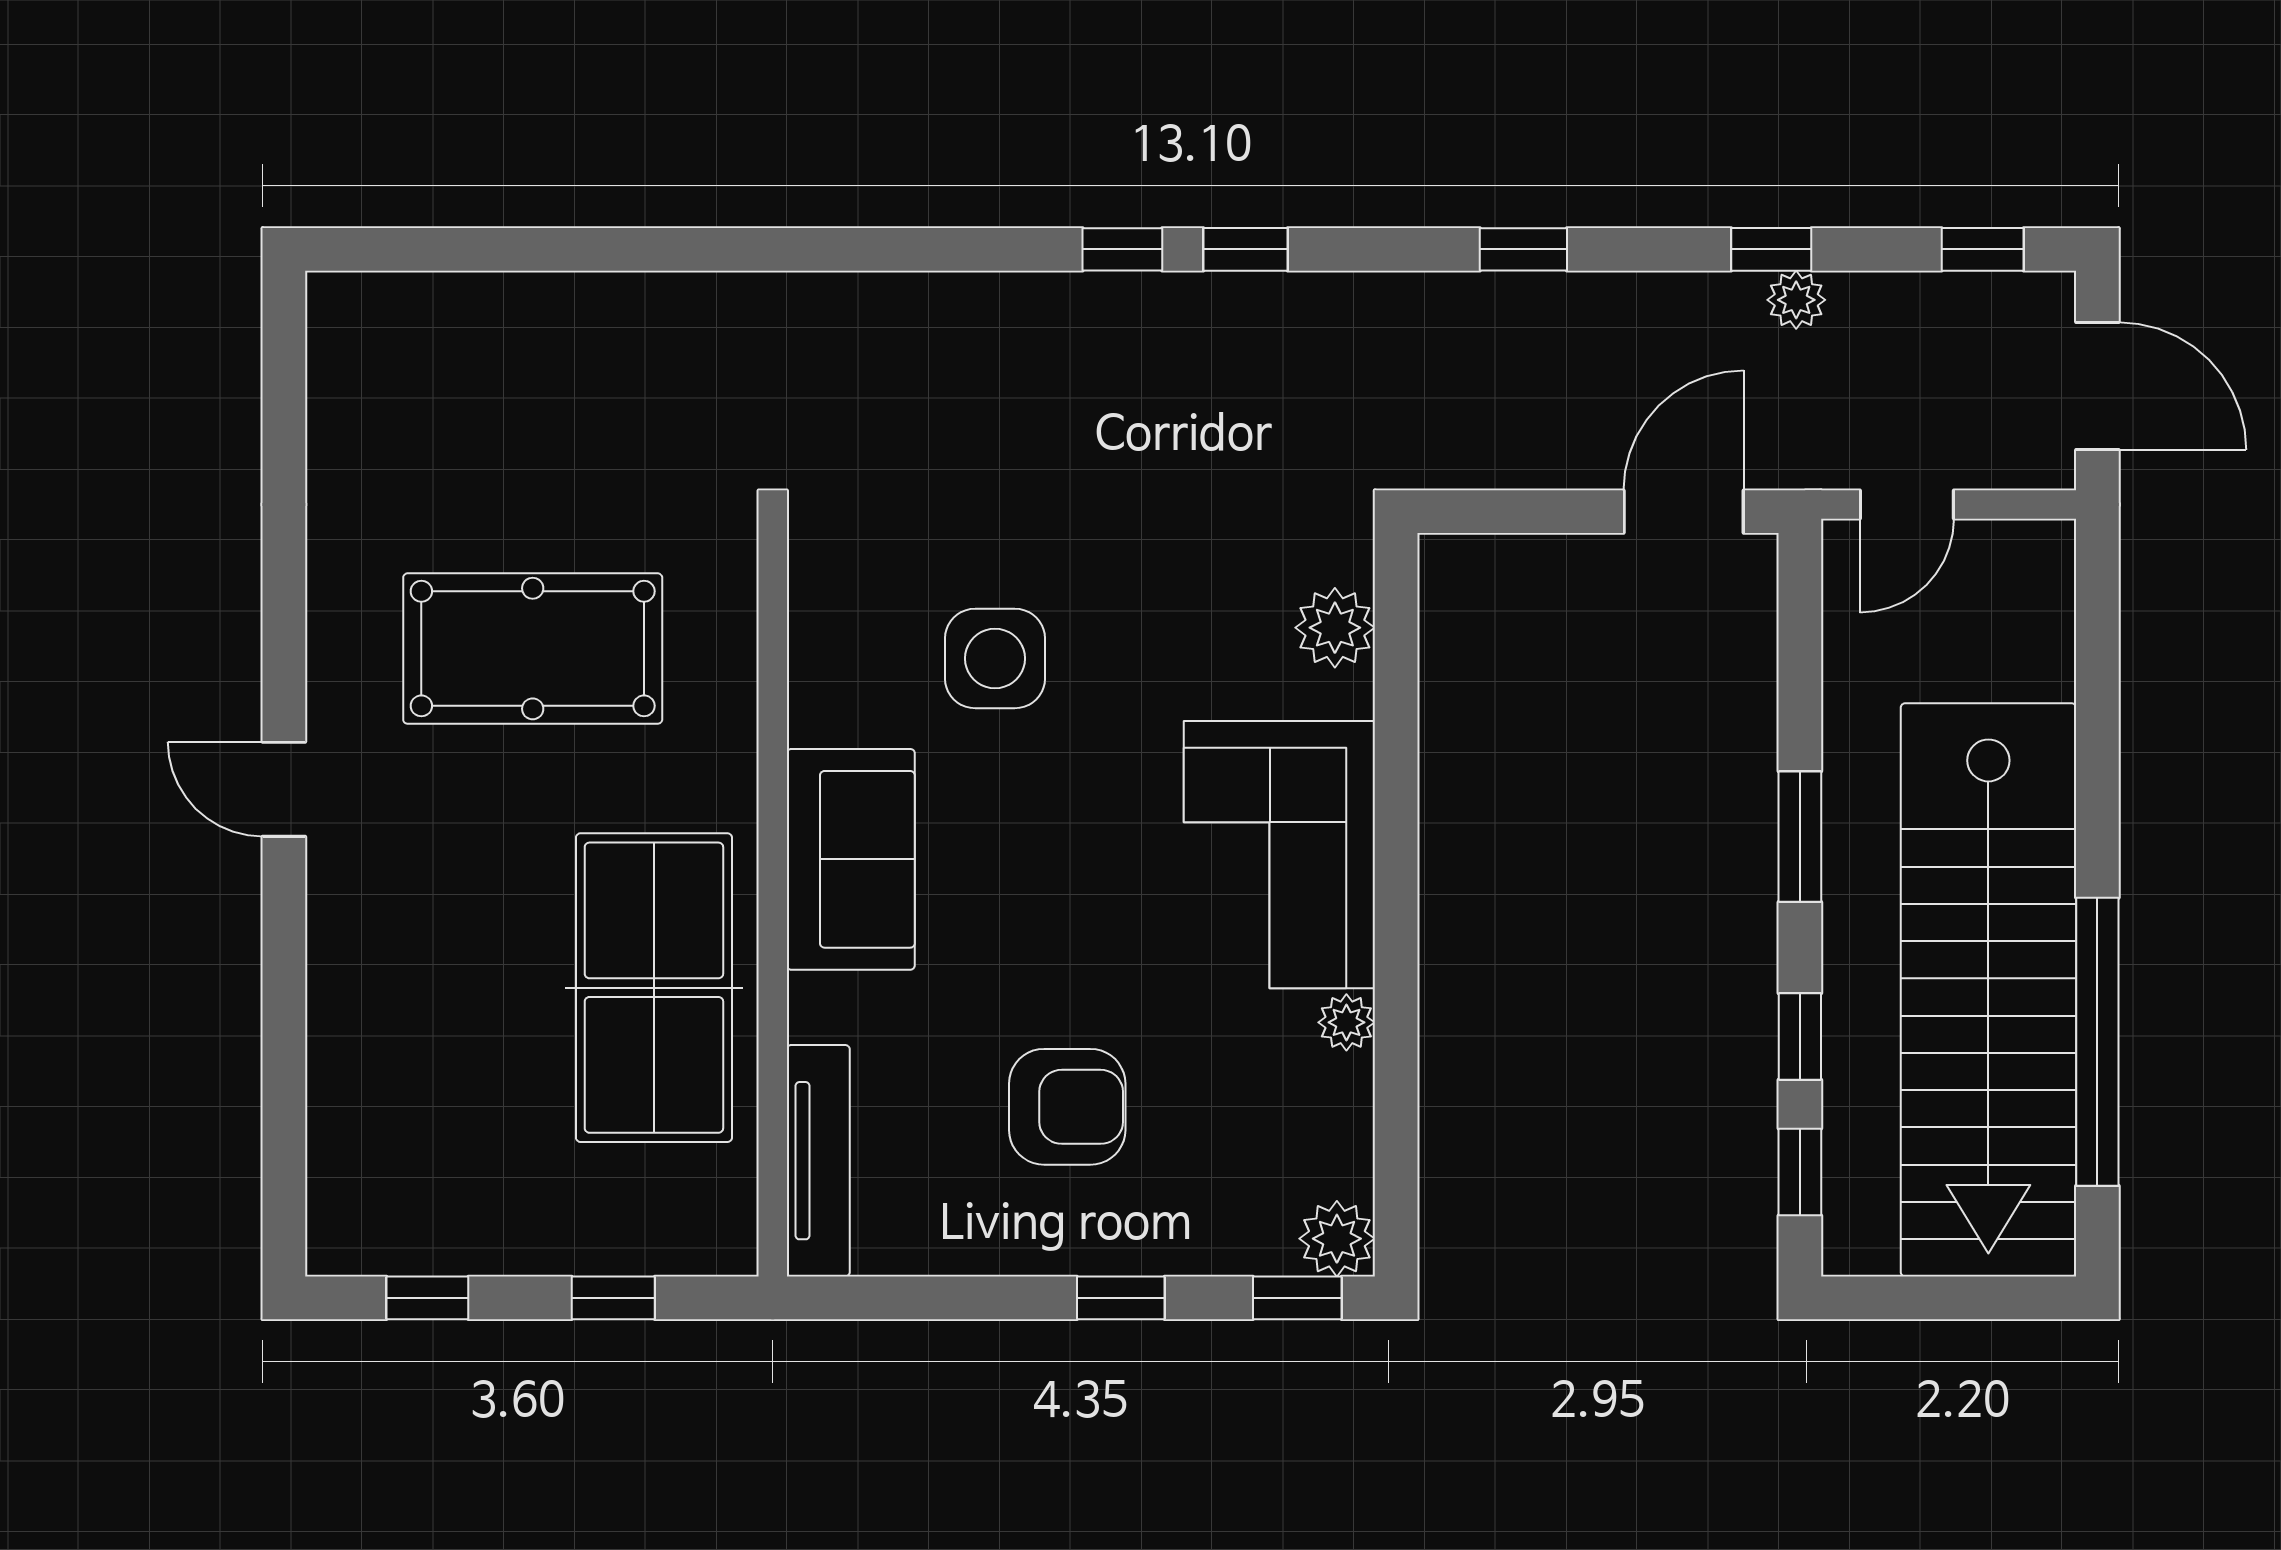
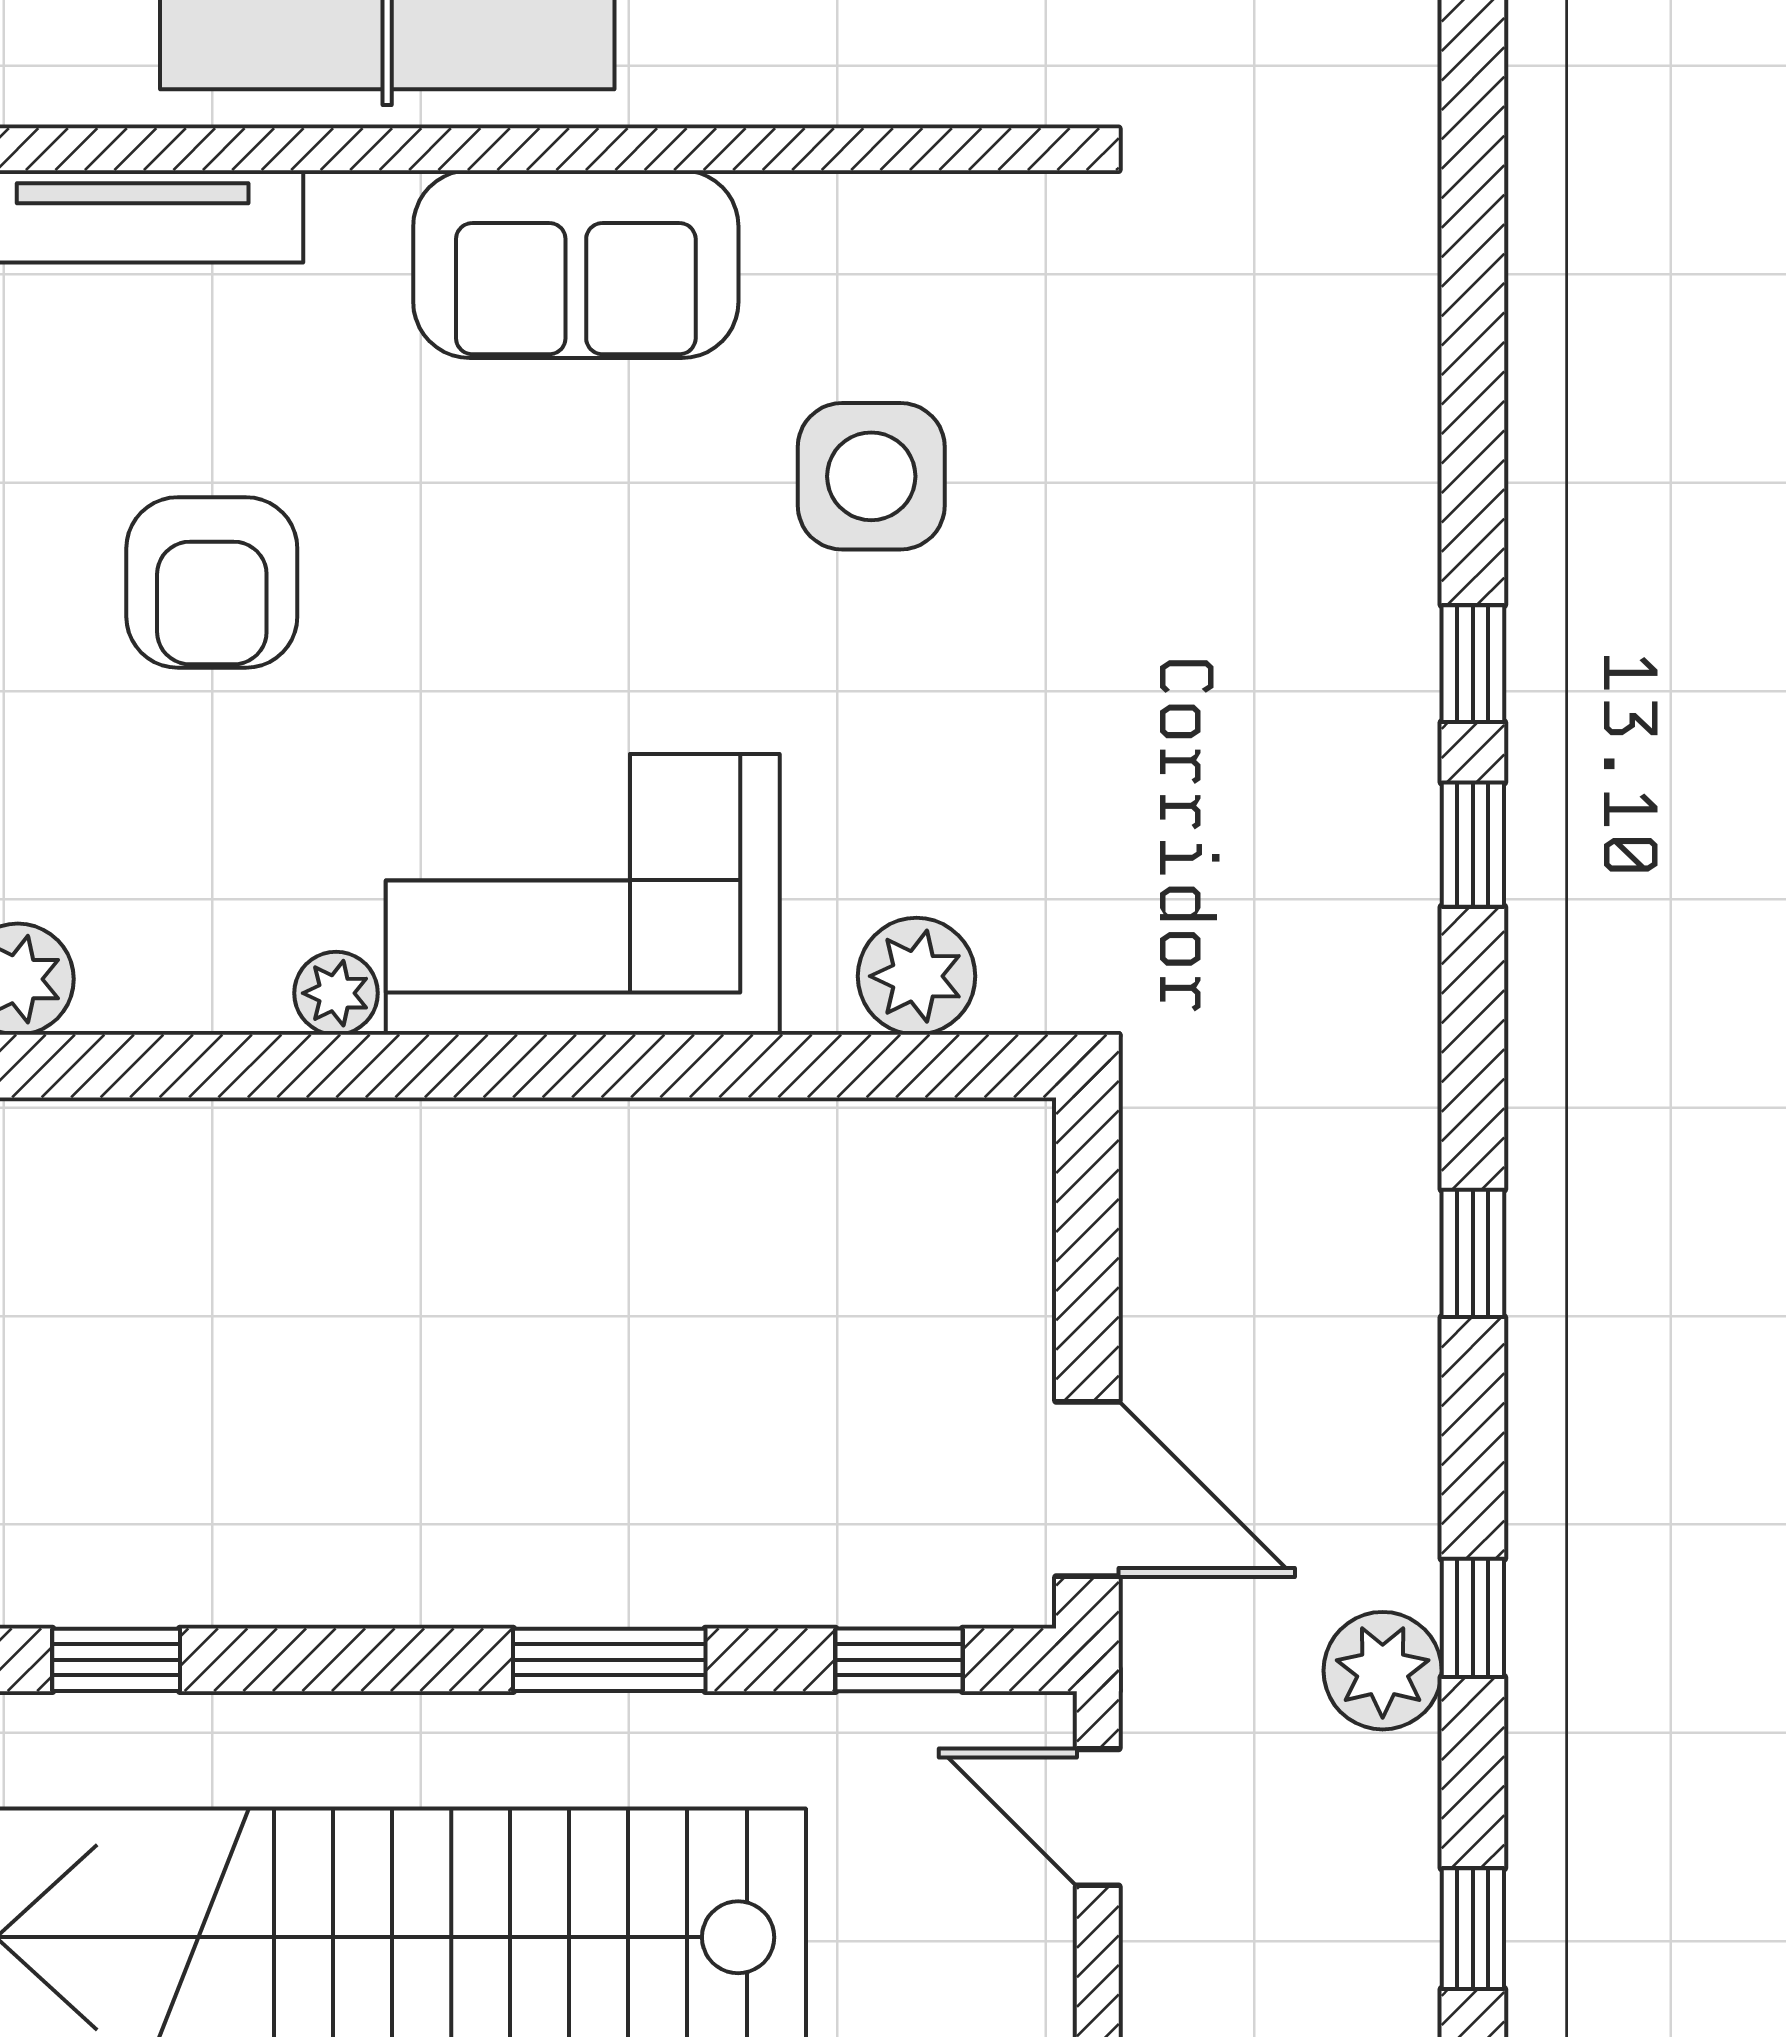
plant: (1796, 300) -> (1383, 1671), width x1.38, depth x1.38
window: (1800, 1037) -> (899, 1660), moved

